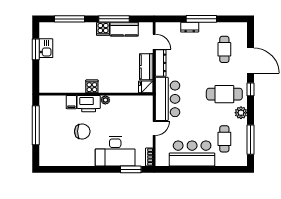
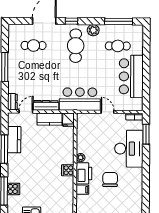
dresser: (190, 27) -> (12, 102), moved
cooker: (103, 29) -> (13, 189), moved

